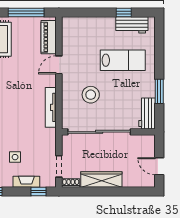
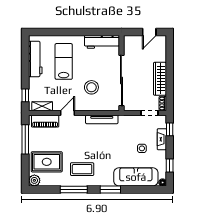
window: (124, 13) -> (25, 95), moved
workbench: (132, 25) -> (35, 59), width x1.38
shelving: (67, 34) -> (42, 106), added
door: (59, 65) -> (67, 113), swing flipped
window: (159, 91) -> (89, 32), removed
workbench: (147, 113) -> (102, 42), width x1.37

